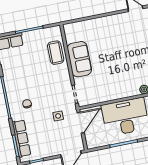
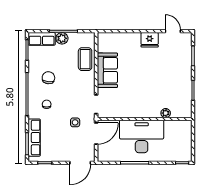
fridge: (114, 21) -> (150, 40), added
plant: (29, 37) -> (62, 38), added
chair: (24, 78) -> (48, 78), added

